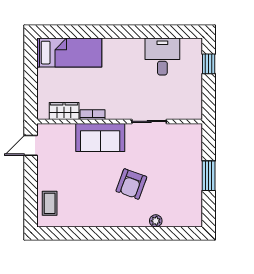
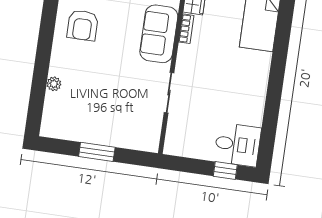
desk: (162, 57) -> (238, 145), moved
armchair: (131, 184) -> (83, 25), moved, turned -110

